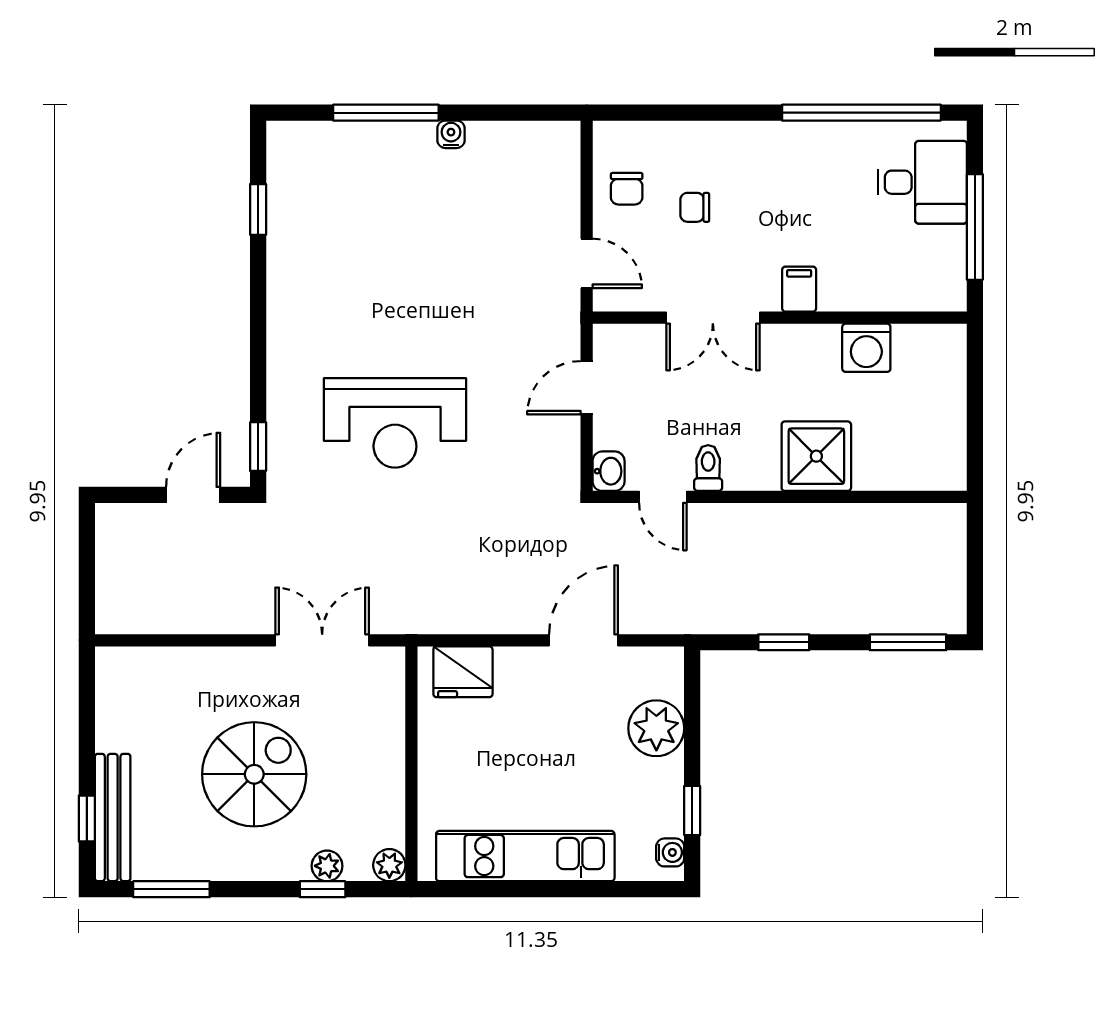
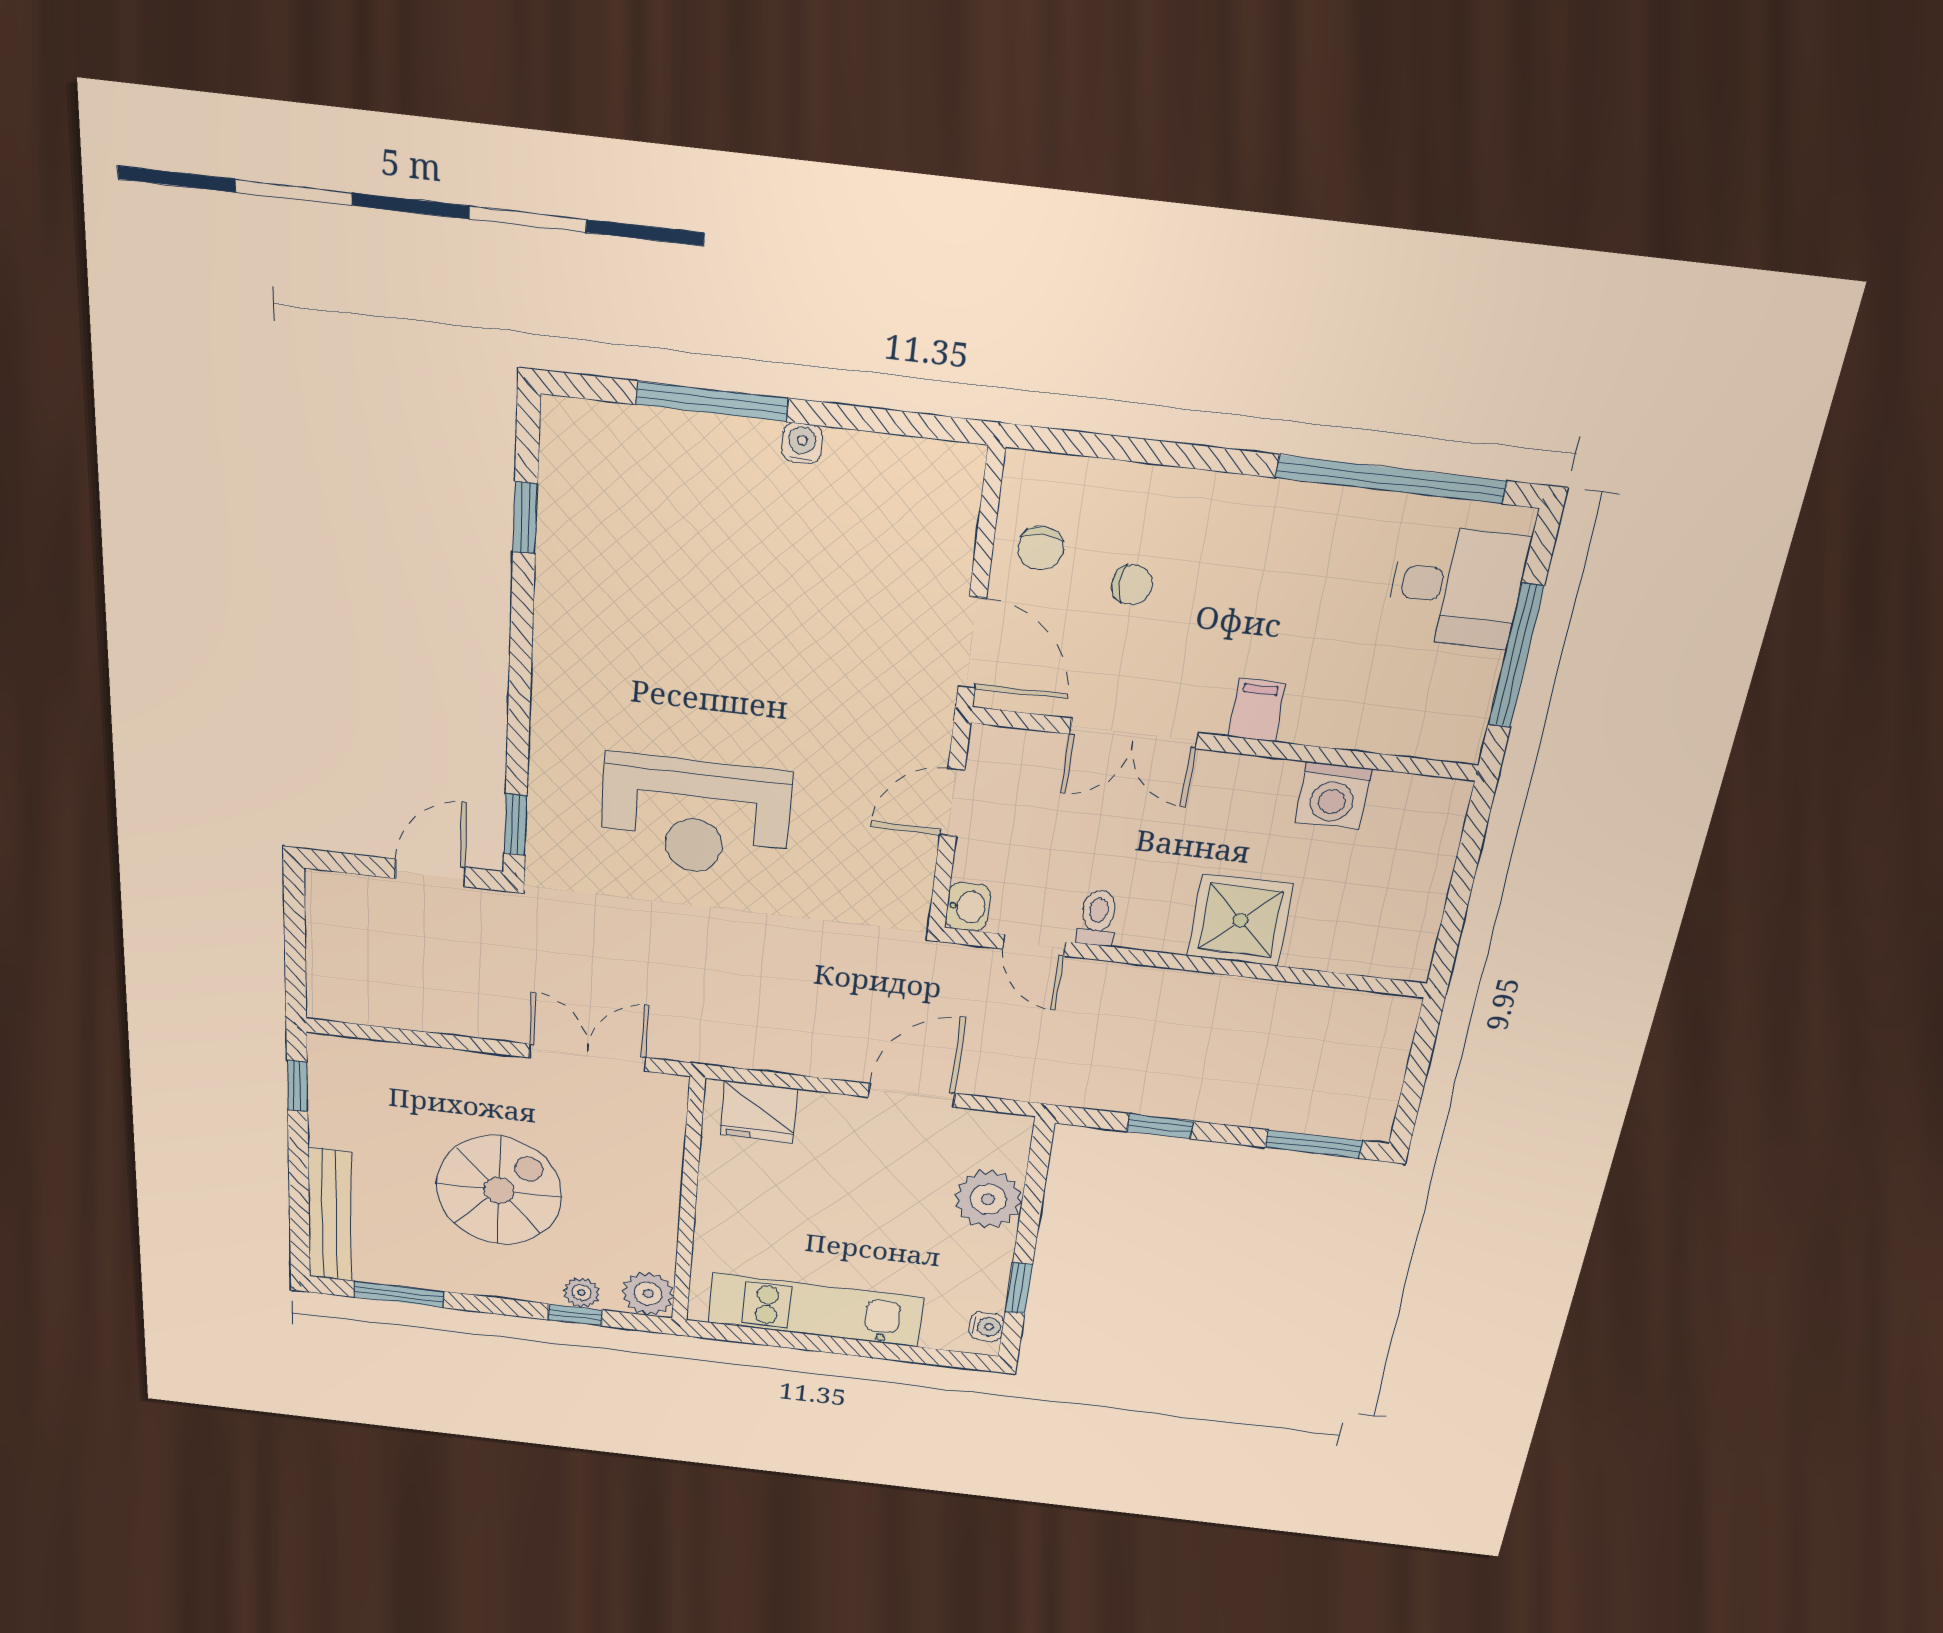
chair: (695, 207) -> (1132, 585), turned 180
door: (587, 263) -> (972, 643), width x1.37
window: (87, 819) -> (297, 1086), moved
plant: (389, 865) -> (648, 1294), width x1.38, depth x1.38

